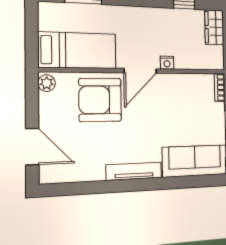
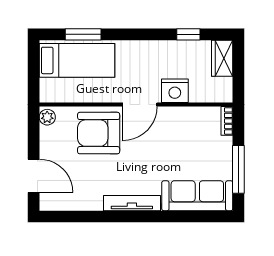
bed: (78, 50) -> (77, 60), moved
nightstand: (167, 63) -> (175, 91), width x1.89, depth x1.79

